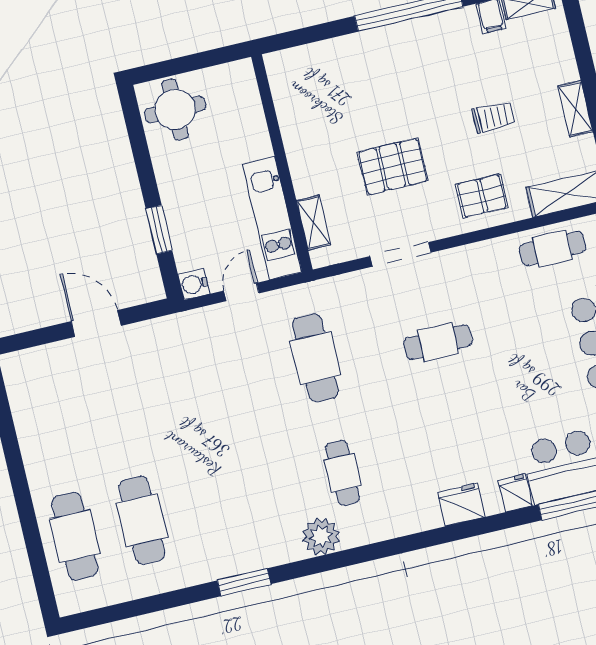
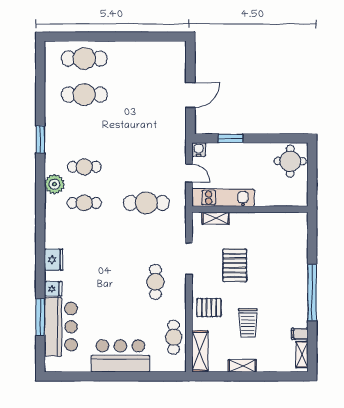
trolley: (493, 117) -> (248, 323), width x1.36, depth x1.39
pallet: (482, 196) -> (209, 307), turned 90
cafe table: (438, 342) -> (155, 282), moved
cafe table: (276, 489) -> (84, 167), added

